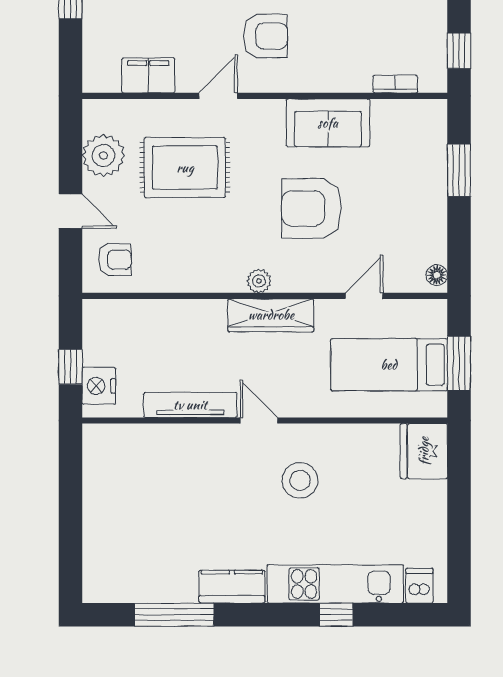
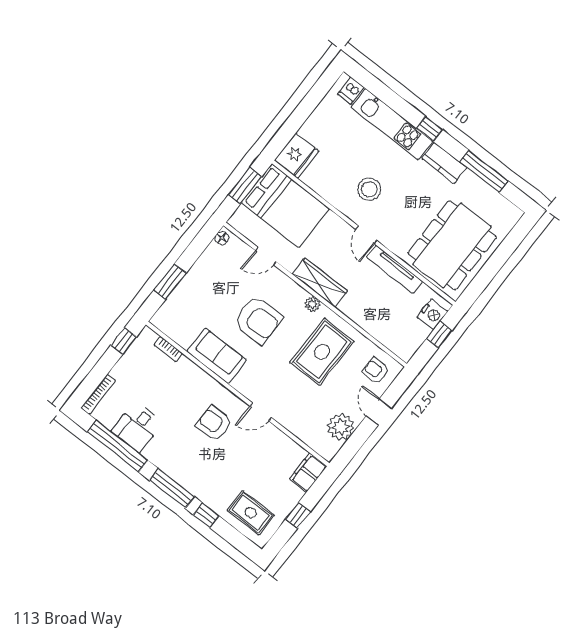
filing cabinet: (148, 75) -> (308, 472), moved, turned 90
rug: (185, 168) -> (322, 352), moved, turned 90
bed: (389, 365) -> (285, 206), width x1.50
dining table: (142, 491) -> (452, 245), added
window: (336, 615) -> (429, 129), moved

